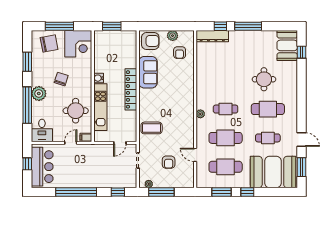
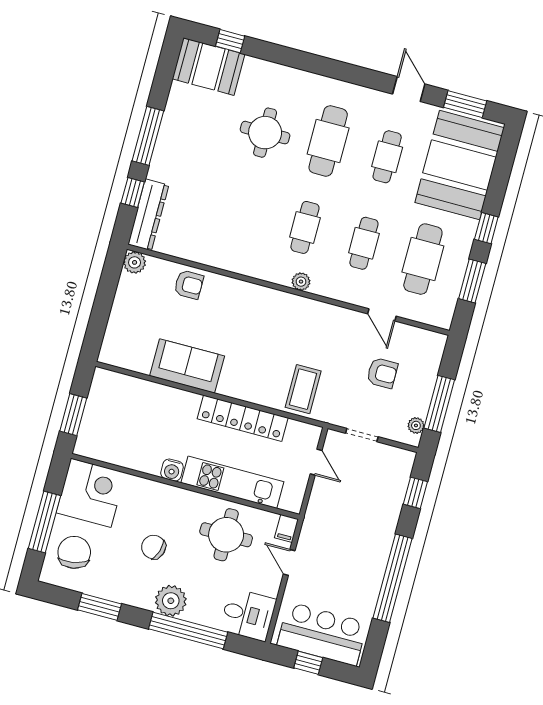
plant: (173, 36) -> (135, 262), moved
armchair: (150, 41) -> (125, 344), removed
armchair: (180, 53) -> (189, 285), moved
locker: (131, 89) -> (243, 418), moved
cafe table: (226, 138) -> (364, 243), width x0.73, depth x0.74
door: (301, 140) -> (409, 89), hinge flipped
door: (195, 155) -> (382, 315), hinge flipped

